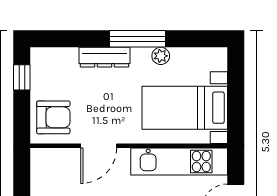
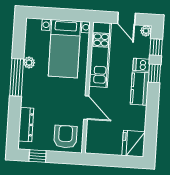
dresser: (105, 57) -> (26, 125), moved

